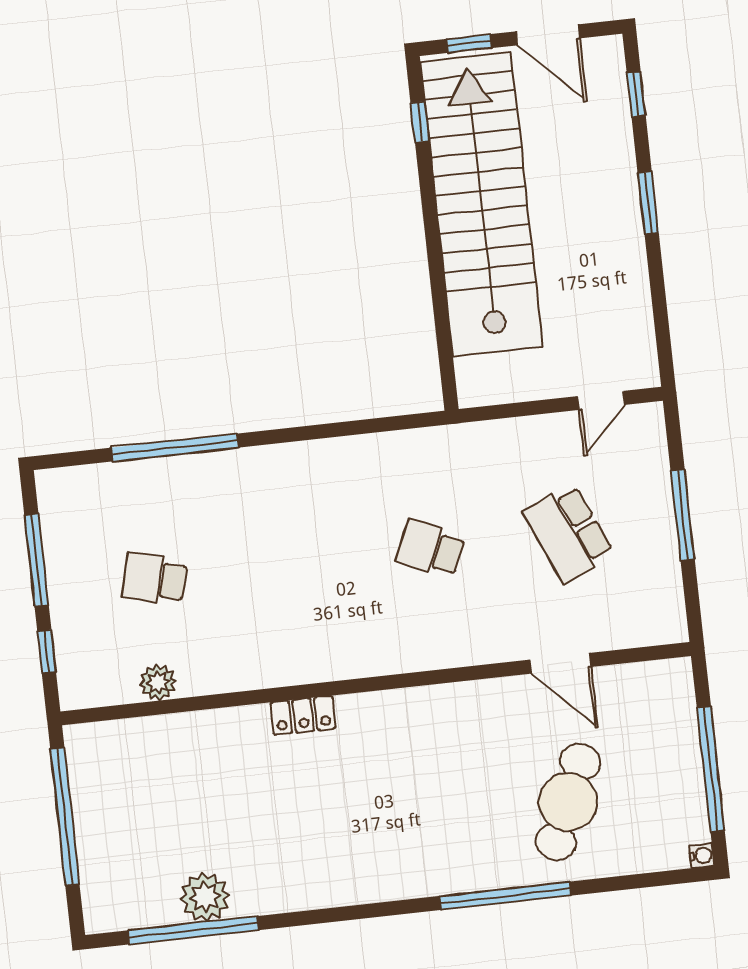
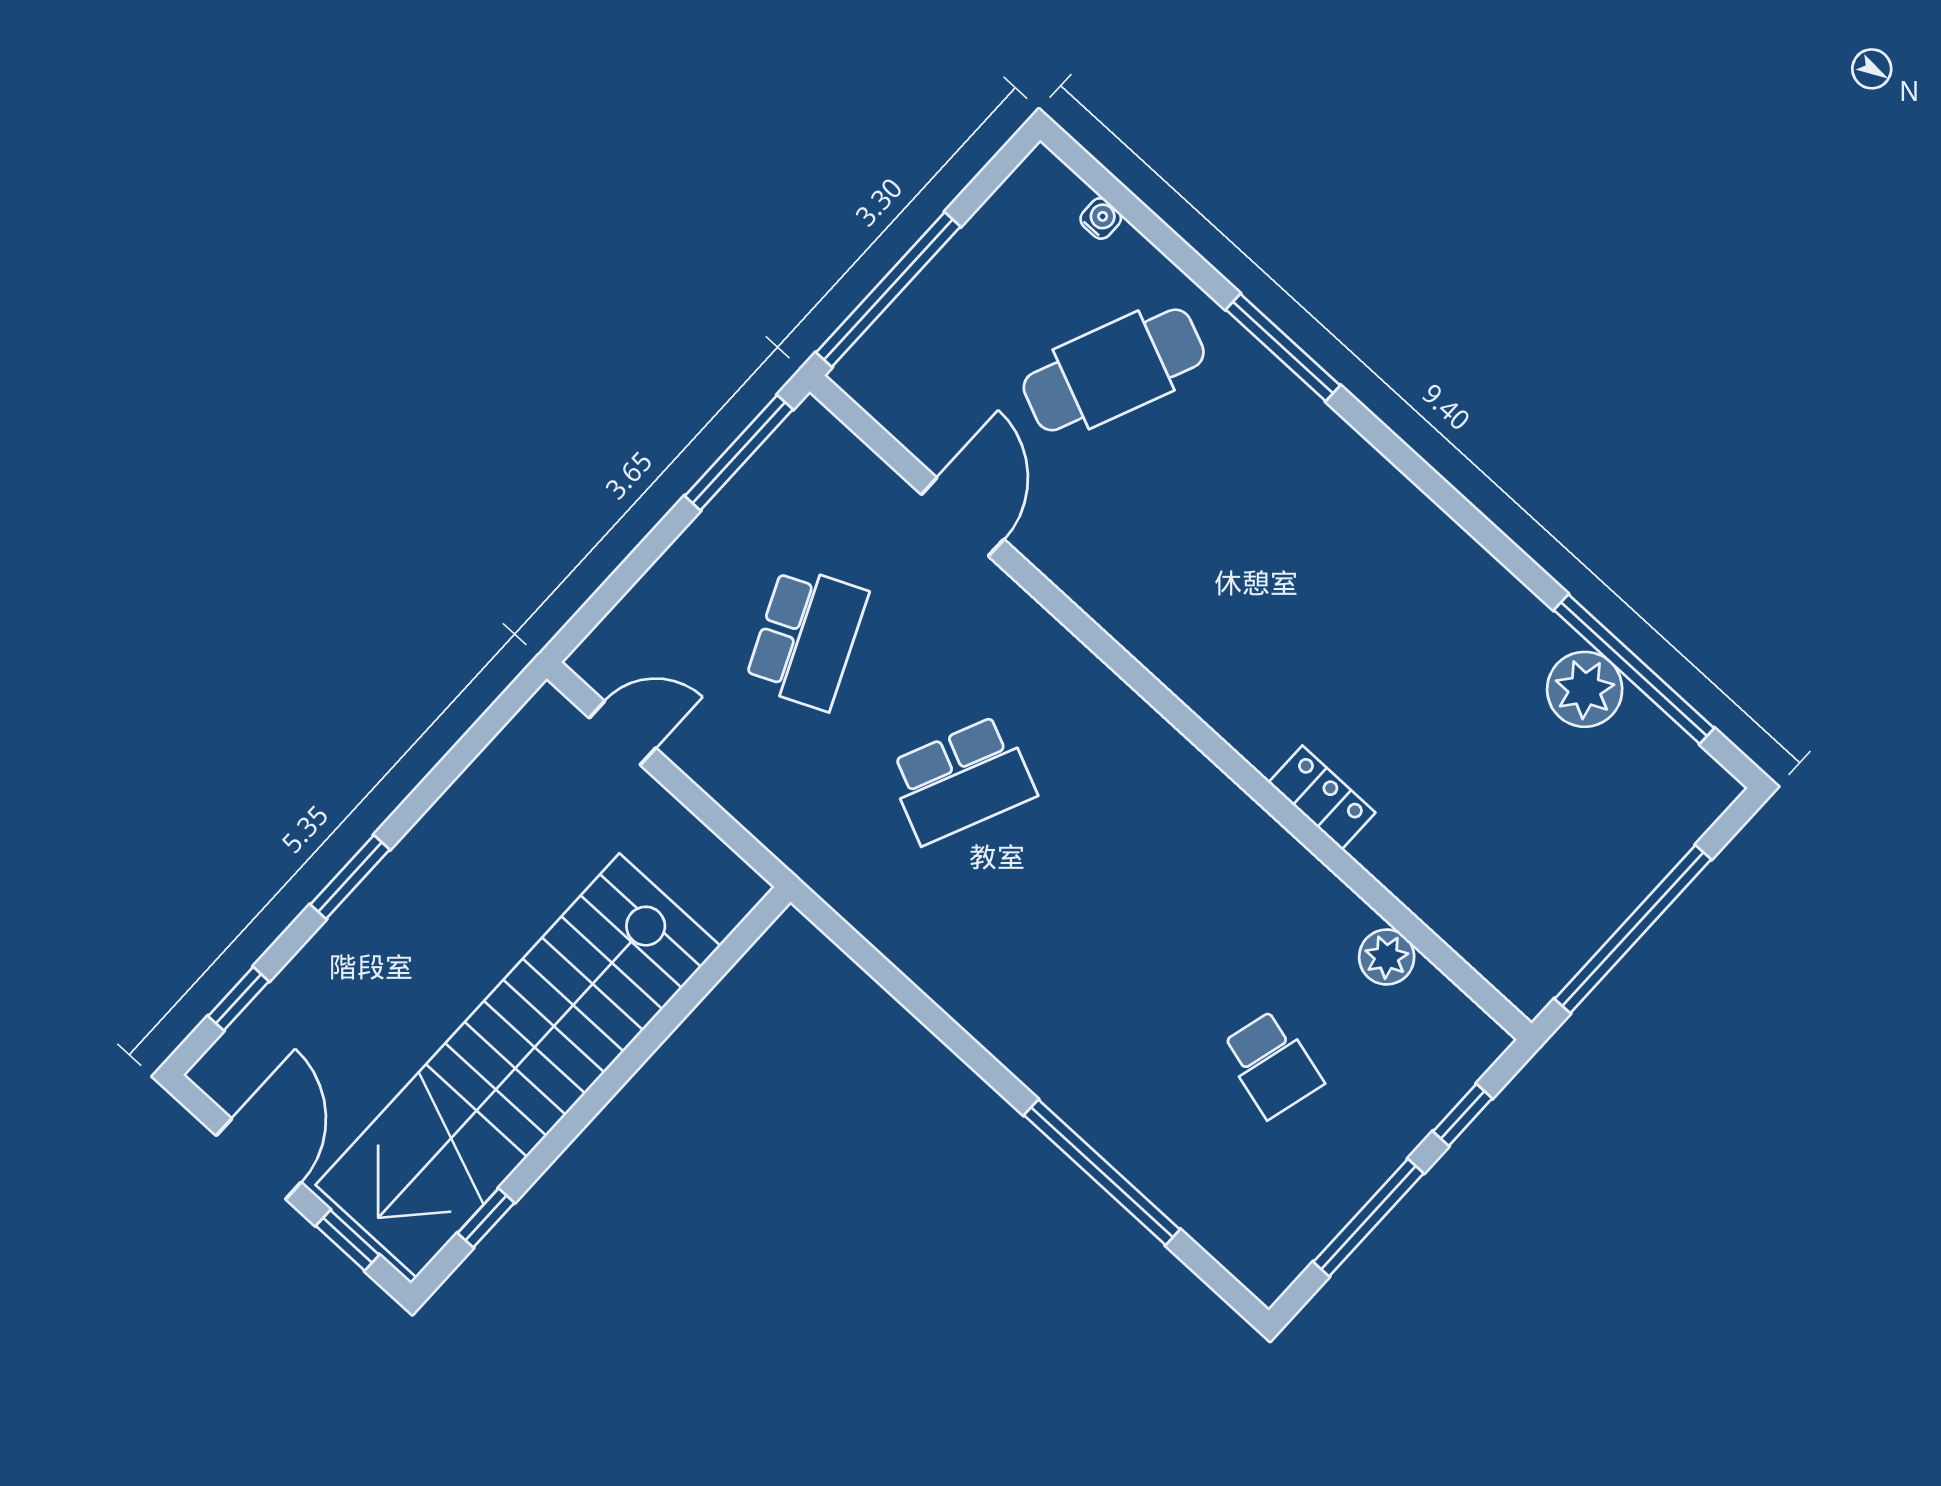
window: (683, 515) -> (739, 453), moved
school desk: (431, 548) -> (962, 780), width x1.85
locker: (303, 715) -> (1322, 797), moved
window: (711, 769) -> (888, 290), moved
water cooler: (702, 856) -> (1101, 218), moved, turned 90
window: (506, 896) -> (1283, 347), width x0.68

